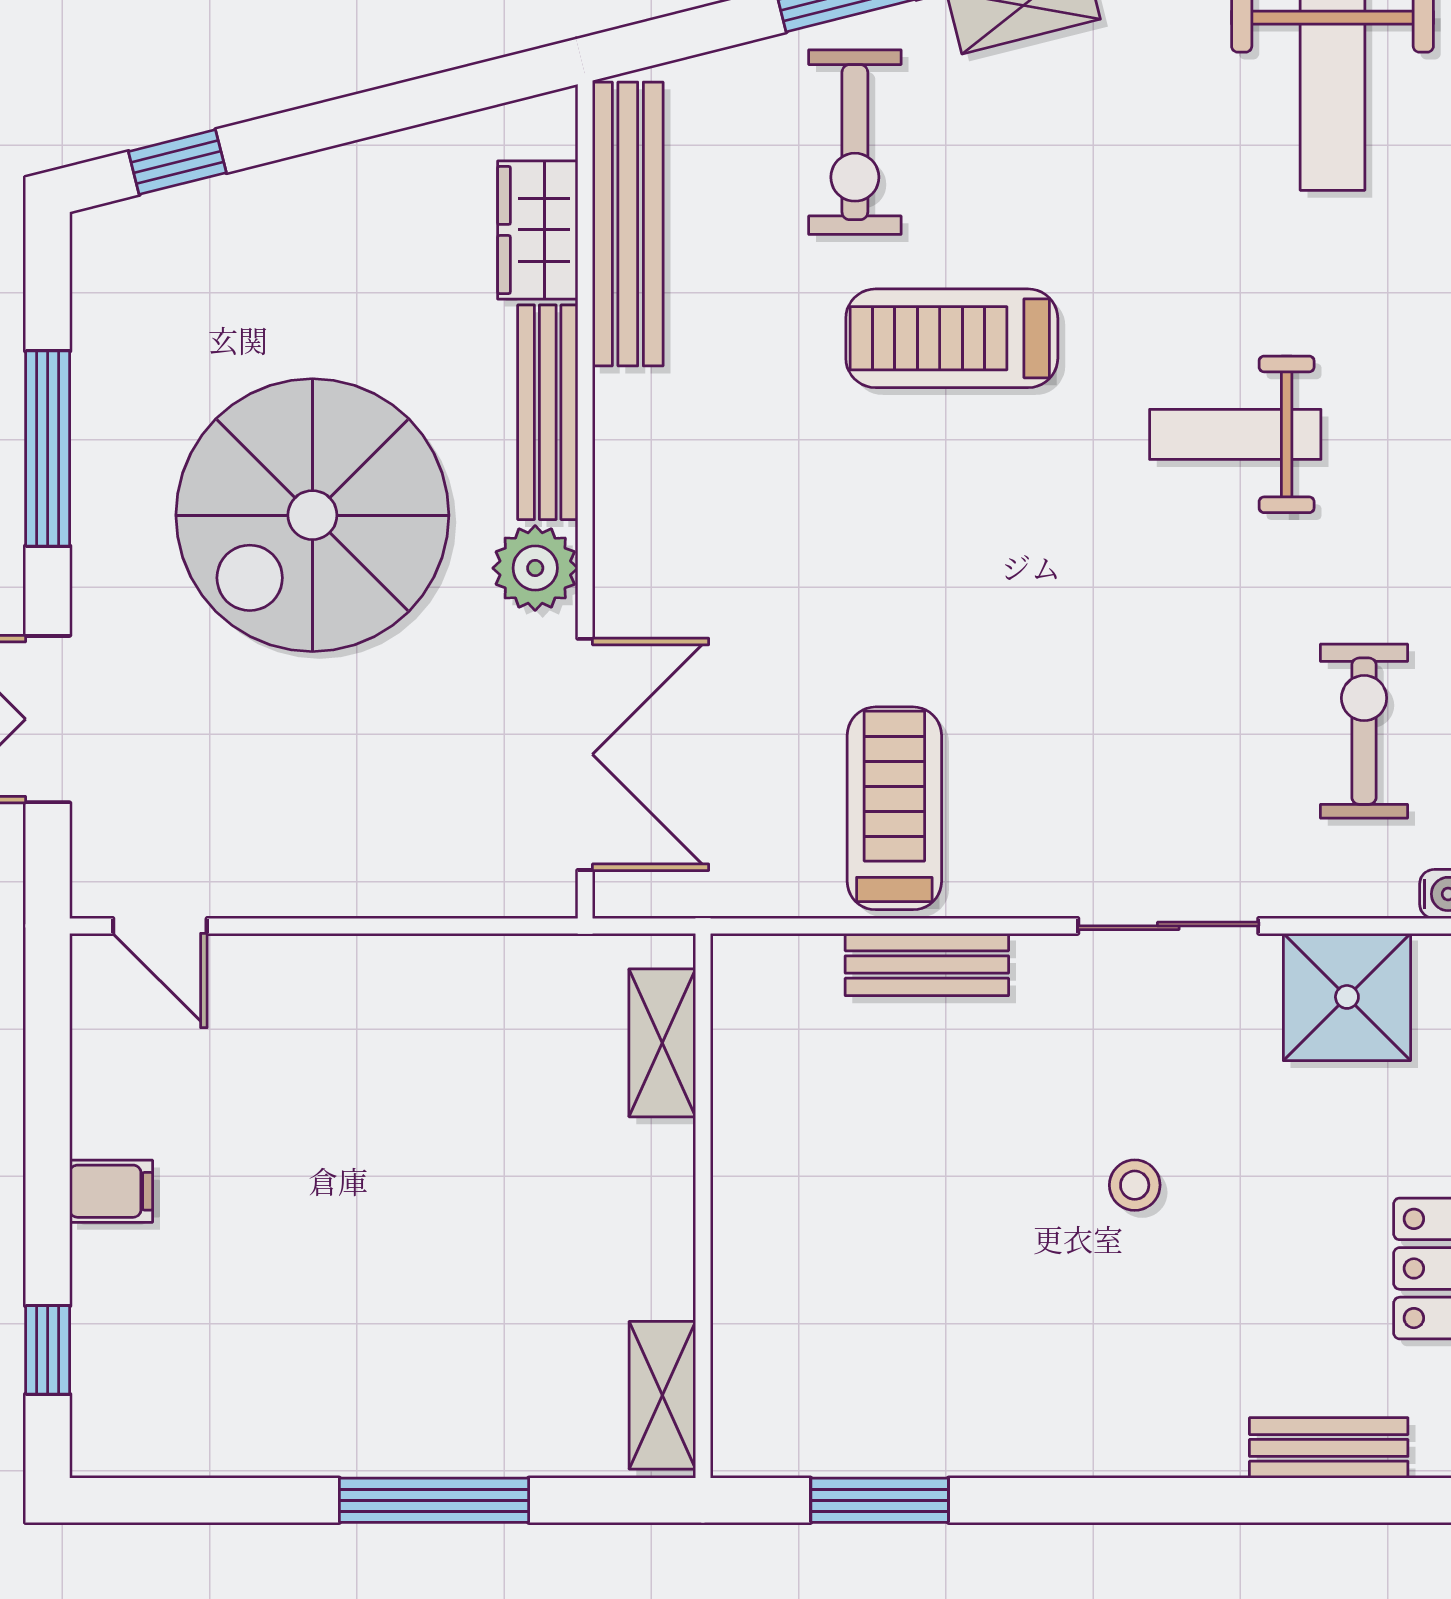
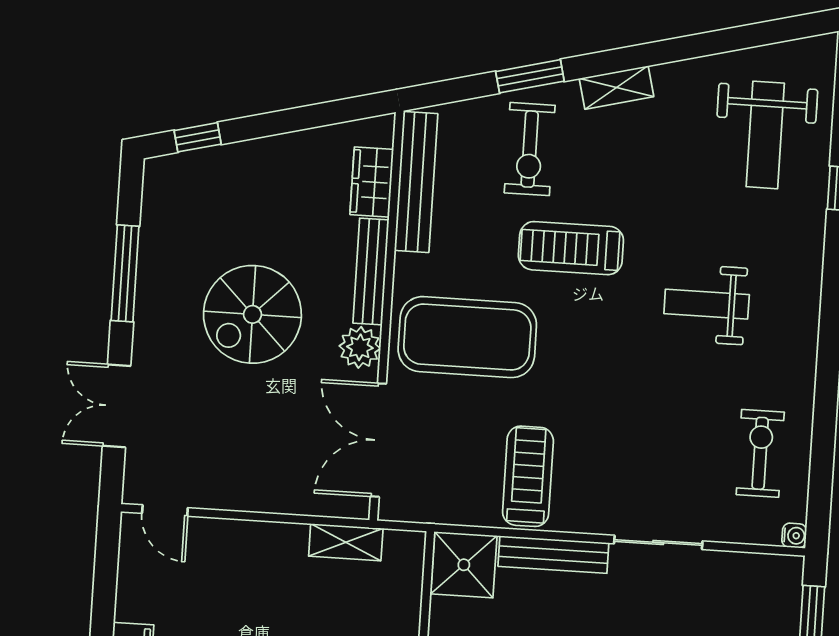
spiral stairs: (312, 515) -> (252, 314), width x0.73, depth x0.73
exercise mat: (753, 533) -> (467, 337), added
double door: (585, 754) -> (378, 440), swing flipped
bench: (927, 964) -> (553, 555), width x1.36
shower: (1347, 997) -> (464, 565), moved
shelving: (662, 1043) -> (346, 542), moved, turned 90

